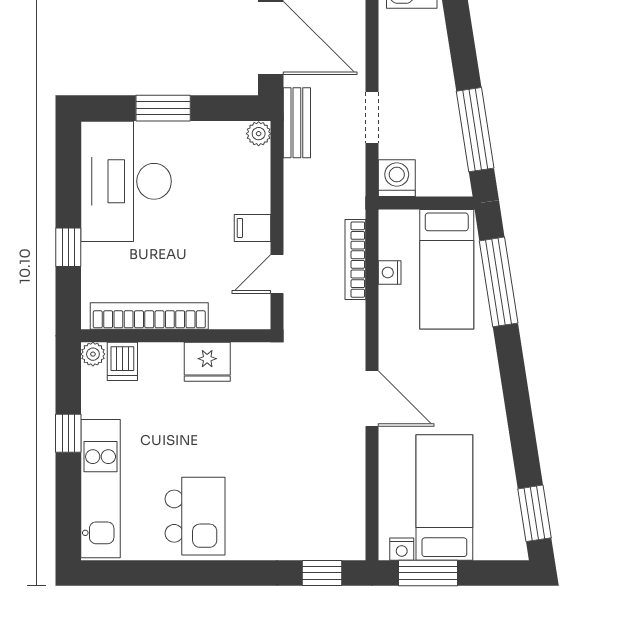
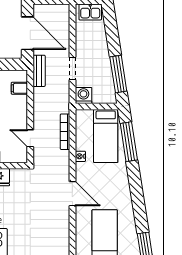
plant: (259, 134) -> (22, 76), removed
filing cabinet: (253, 228) -> (19, 88), moved
nightstand: (390, 273) -> (80, 156), moved
door: (277, 274) -> (30, 138), hinge flipped

